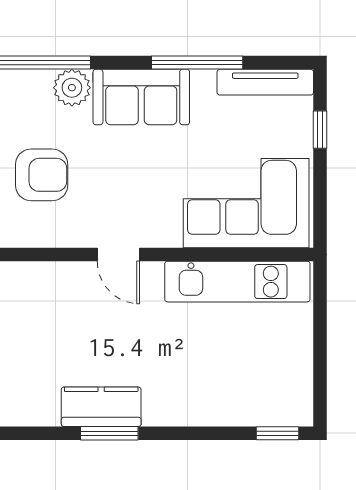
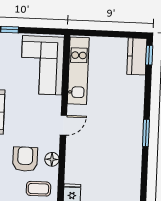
floor lamp: (44, 233) -> (52, 159), added
kitchen counter: (101, 407) -> (137, 56), moved

